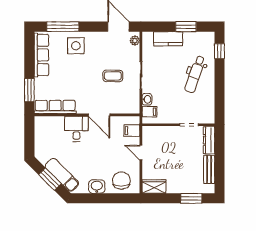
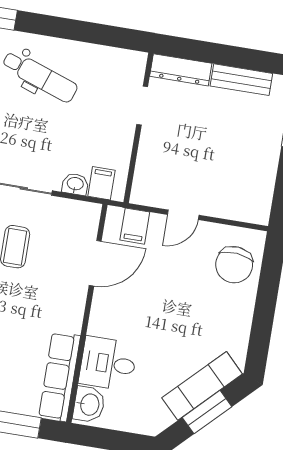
door: (99, 115) -> (95, 263), moved
desk: (76, 129) -> (108, 364), moved
chair: (121, 180) -> (234, 265), turned -85
washbasin: (97, 187) -> (89, 404), moved, turned 180
wardrobe: (154, 187) -> (258, 199), removed

